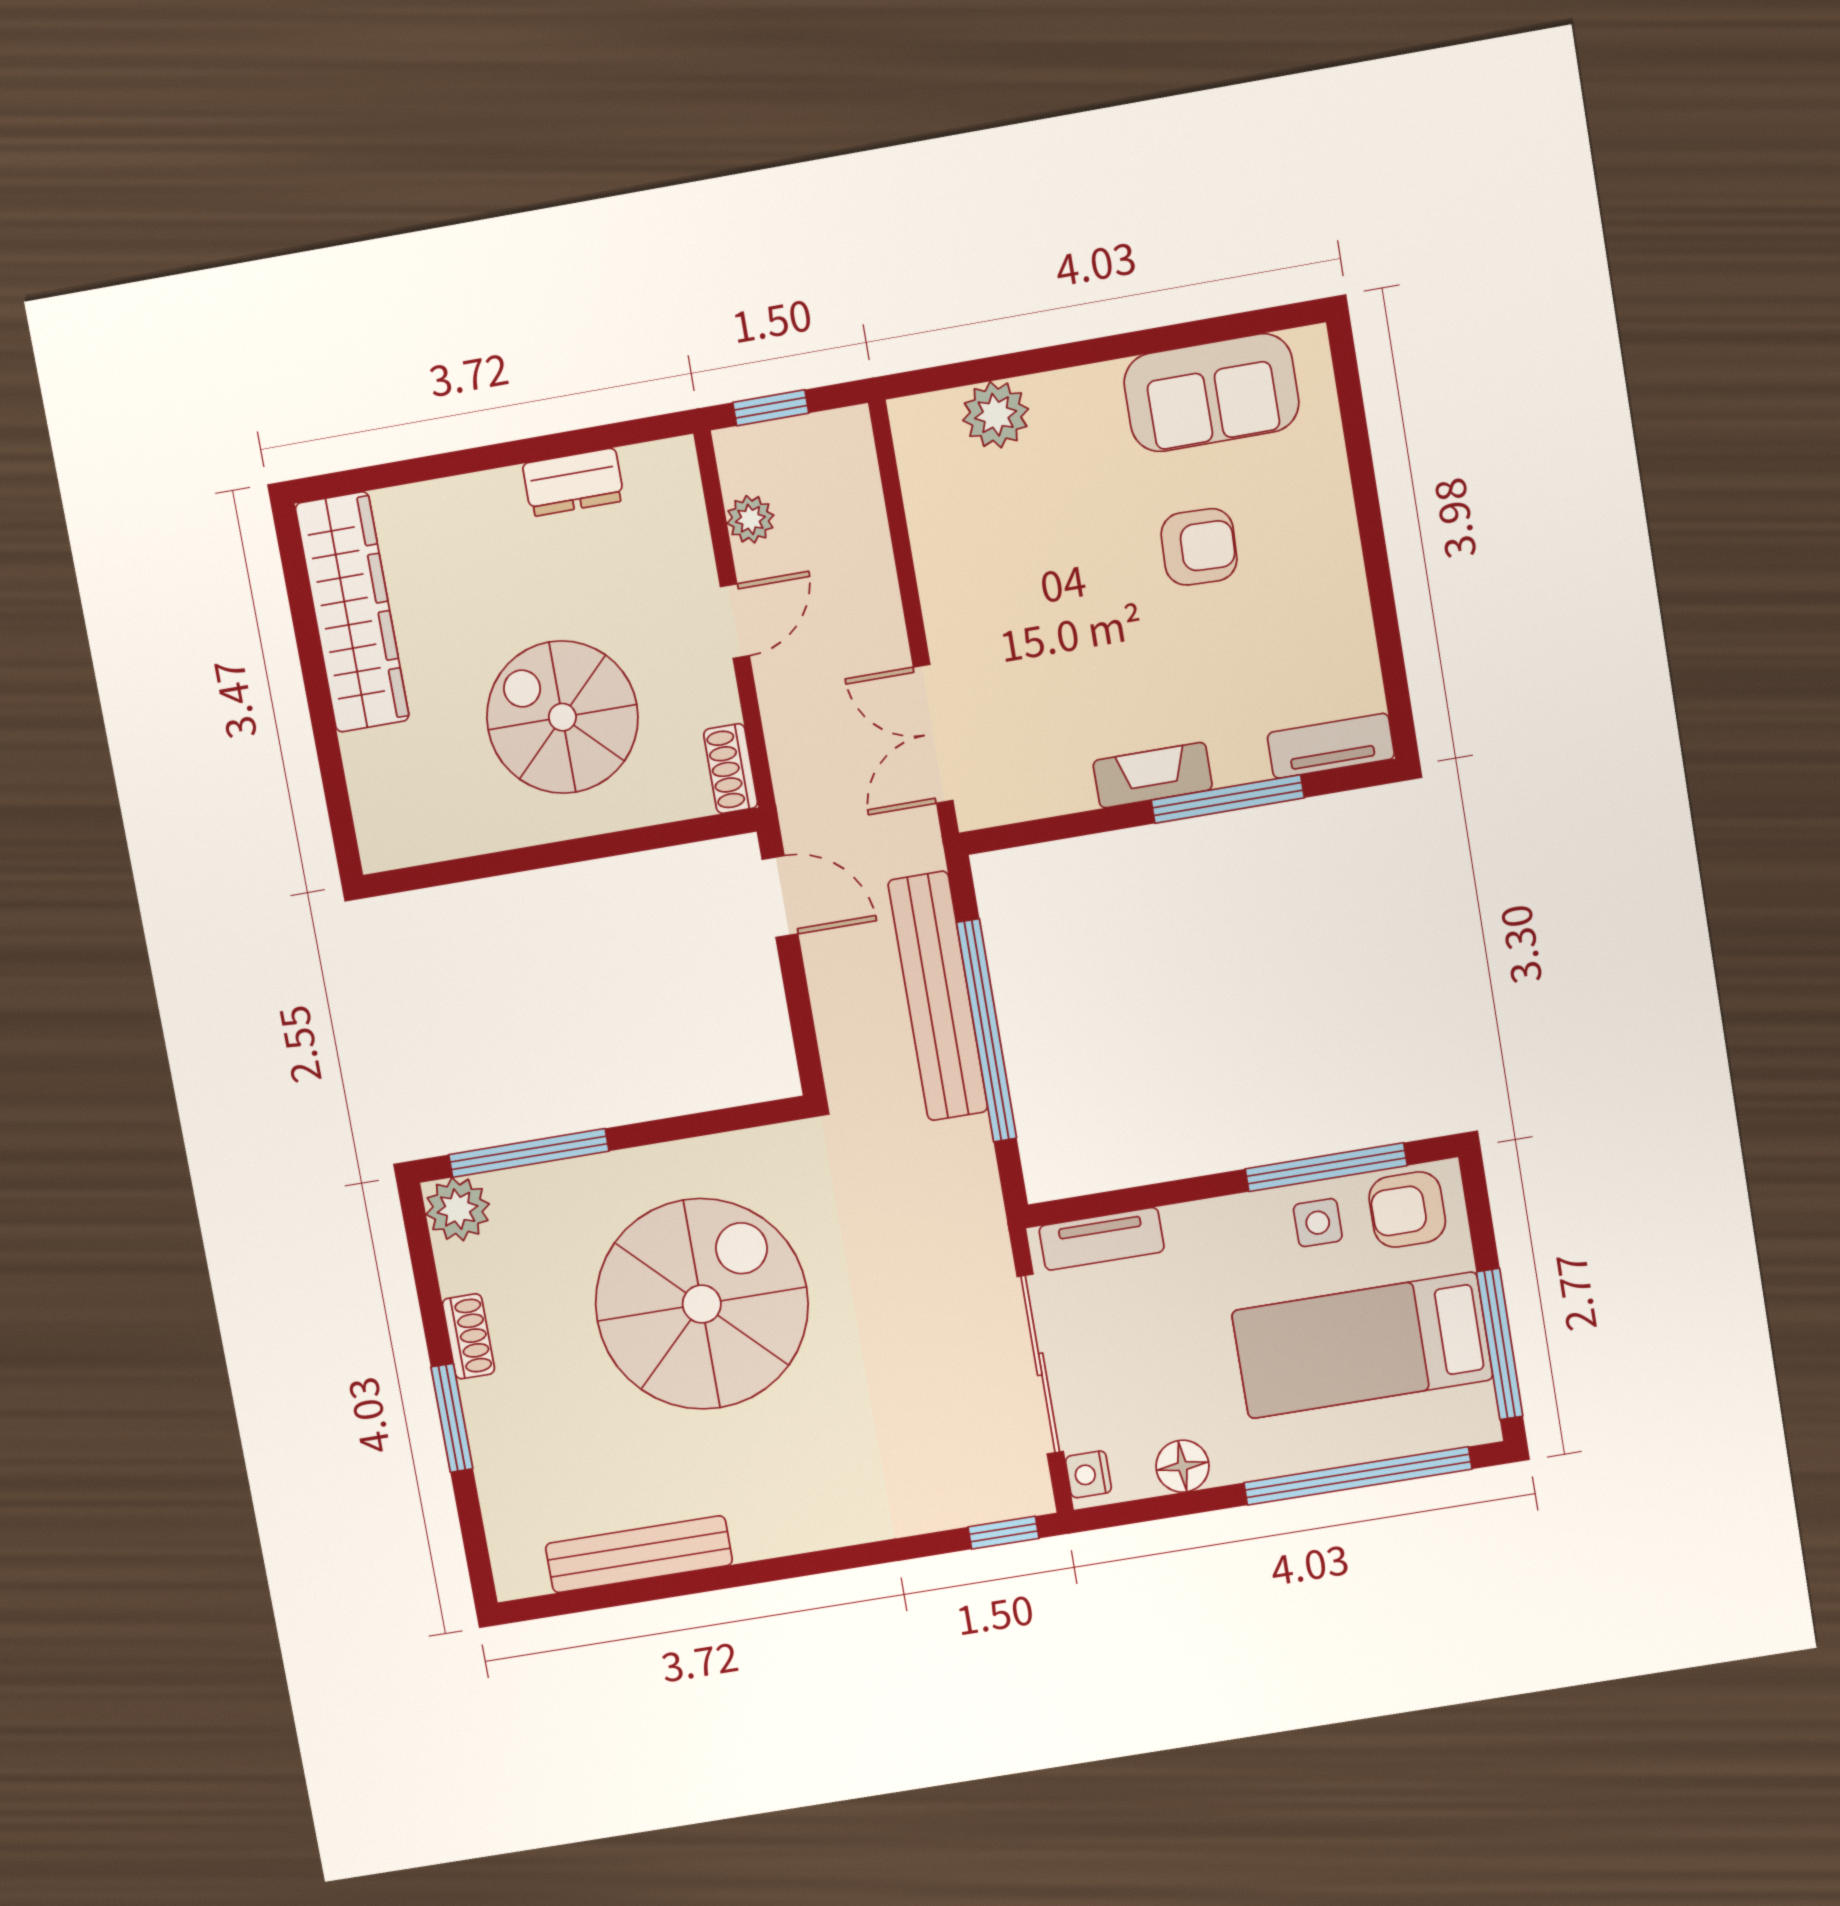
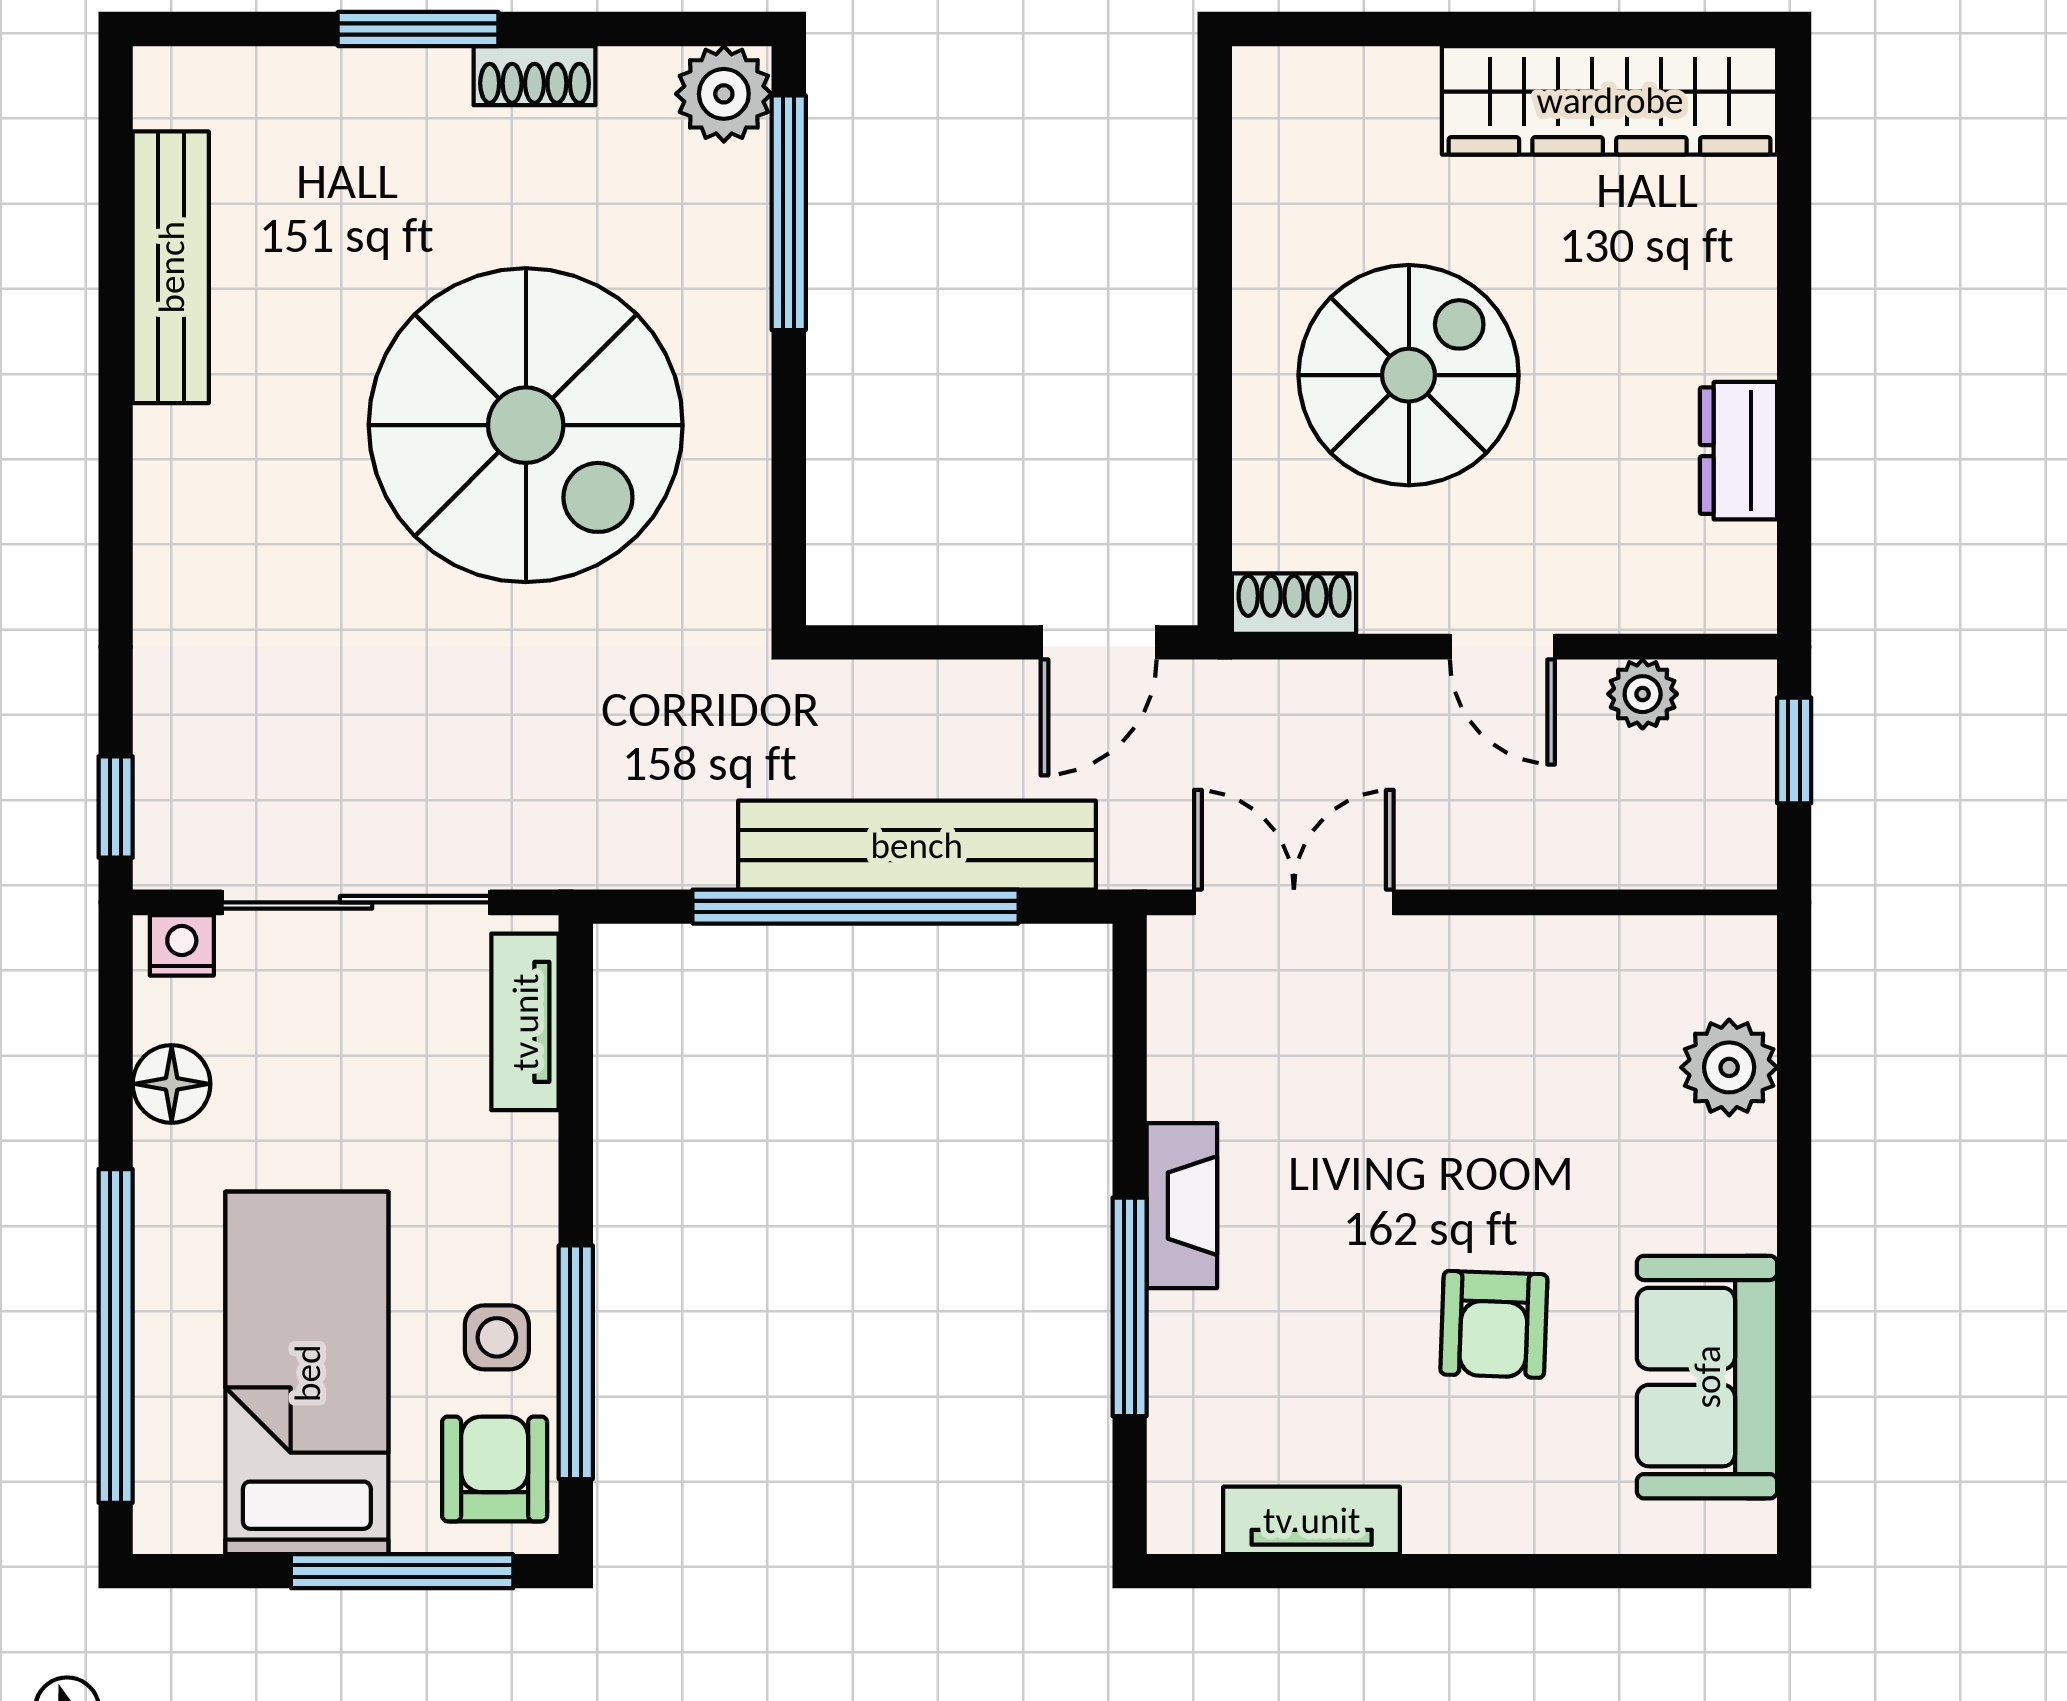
tv unit: (1331, 746) -> (1312, 1520), moved, turned -90
window: (1500, 1344) -> (402, 1571), moved

